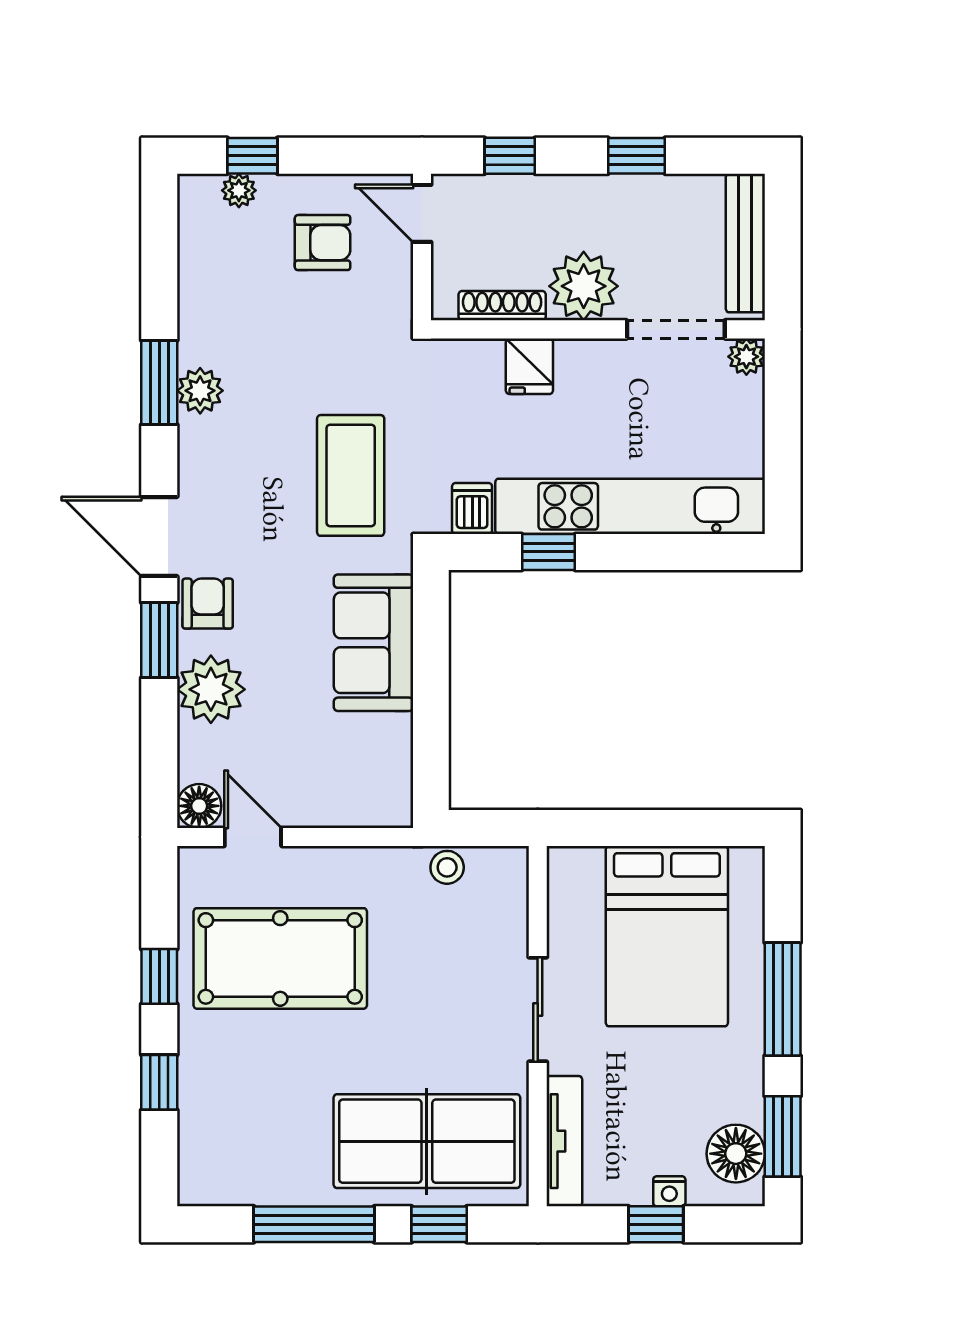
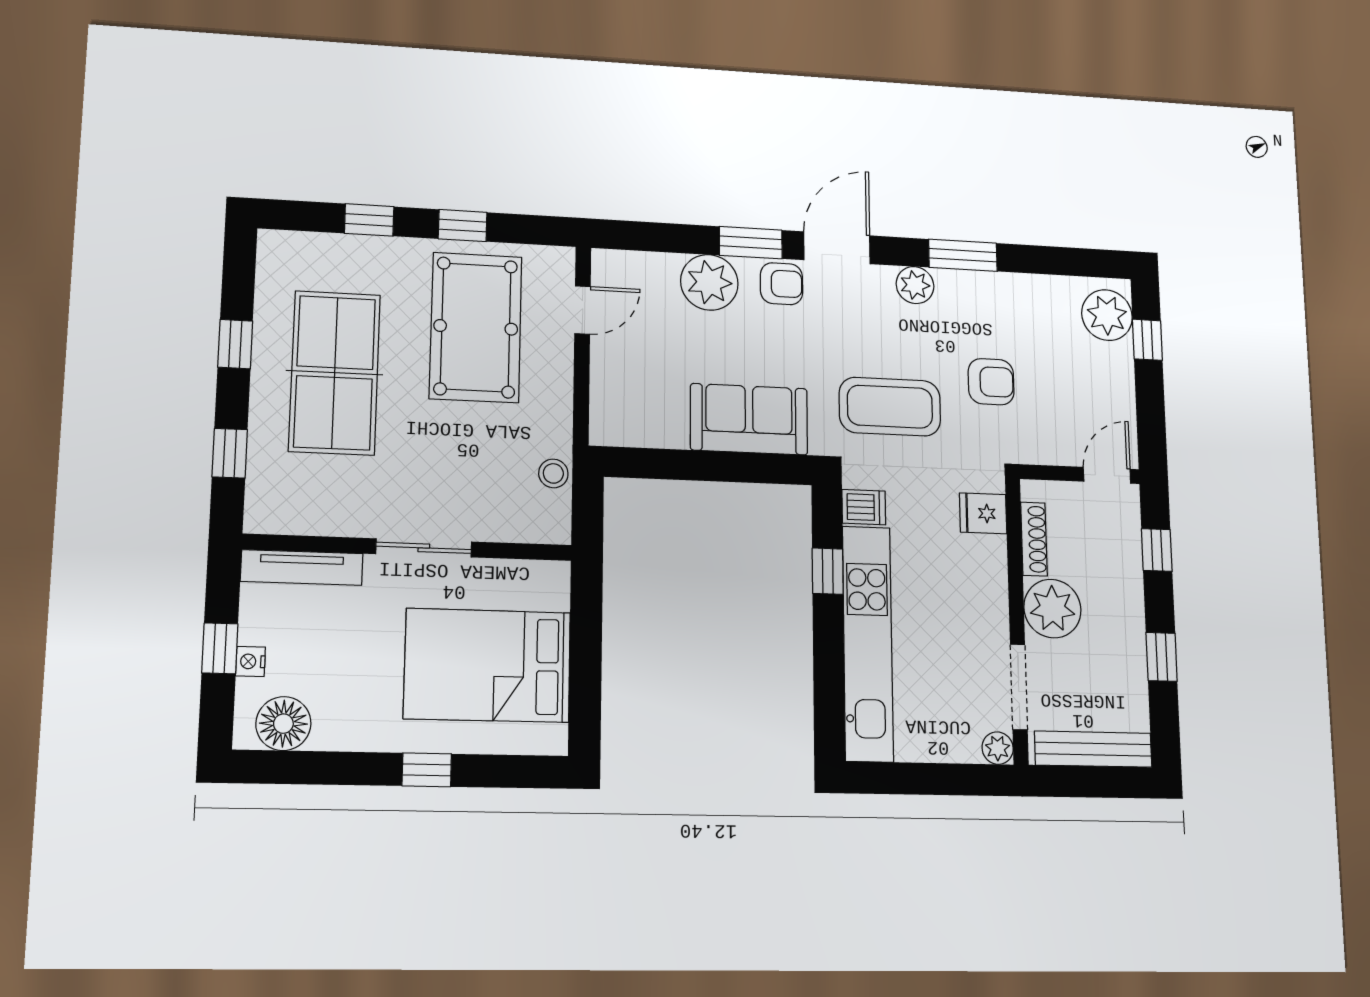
plant: (239, 190) -> (1107, 315), width x1.87, depth x1.87
armchair: (323, 243) -> (991, 382), moved, turned -90
fridge: (529, 366) -> (983, 513), moved
plant: (200, 391) -> (915, 285), moved
floor lamp: (199, 806) -> (610, 267), removed
window: (783, 999) -> (427, 770), width x0.46
window: (783, 1136) -> (298, 768), removed
table tennis table: (427, 1141) -> (335, 373), moved
window: (314, 1224) -> (235, 344), width x0.46

